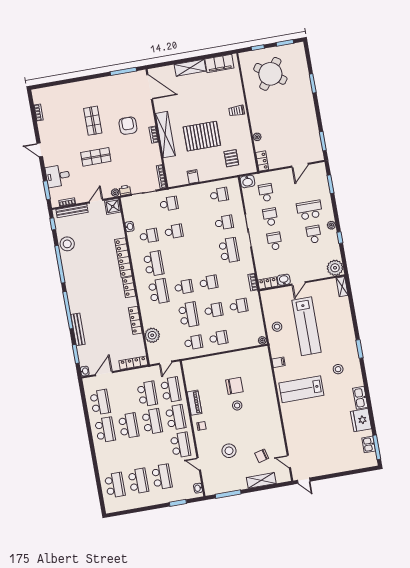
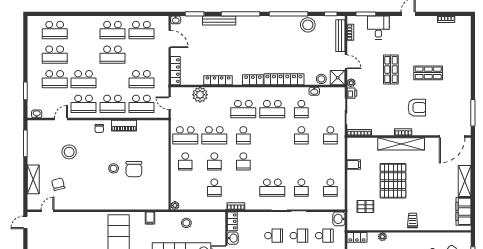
stool: (117, 222) -> (321, 79), added
school desk: (193, 342) -> (185, 135), width x1.85
school desk: (152, 422) -> (84, 79), moved

